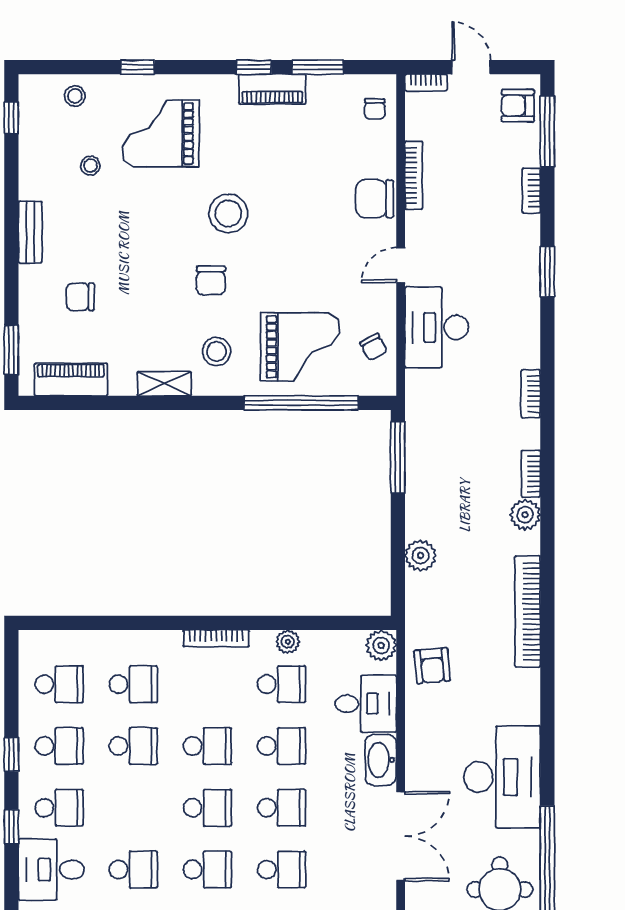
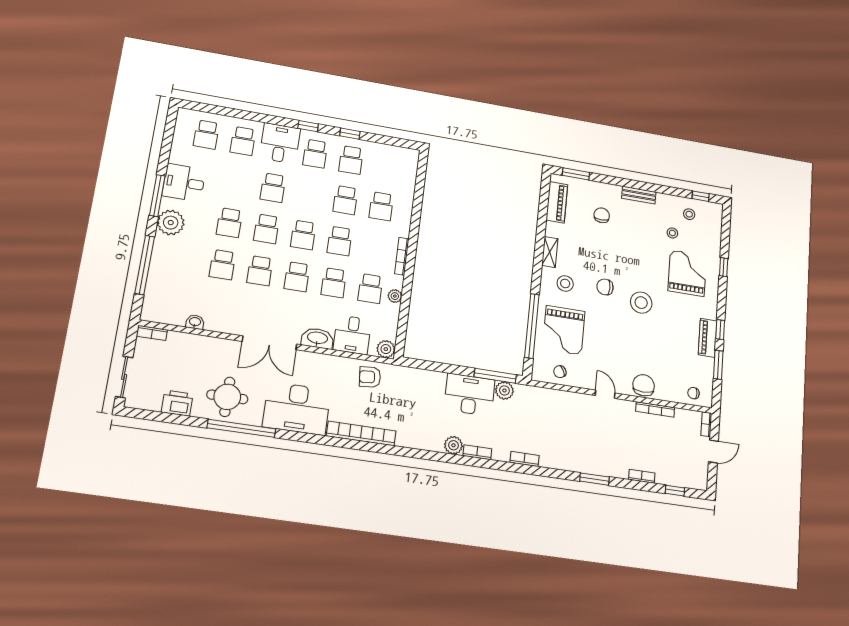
stool: (75, 96) -> (689, 214), moved
armchair: (518, 105) -> (690, 475), removed
window: (547, 131) -> (675, 491), width x0.46
desk: (437, 327) -> (469, 395), moved
plant: (420, 556) -> (504, 390), moved
bookcase: (528, 612) -> (361, 433), moved
school desk: (59, 684) -> (386, 166), removed

